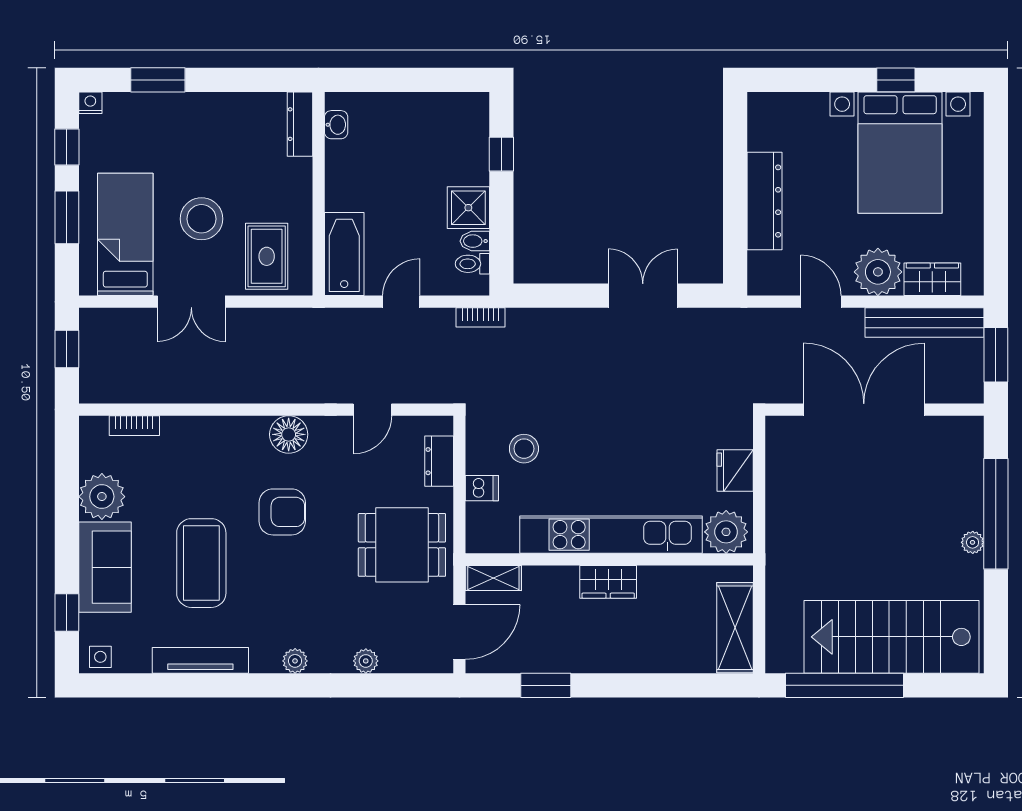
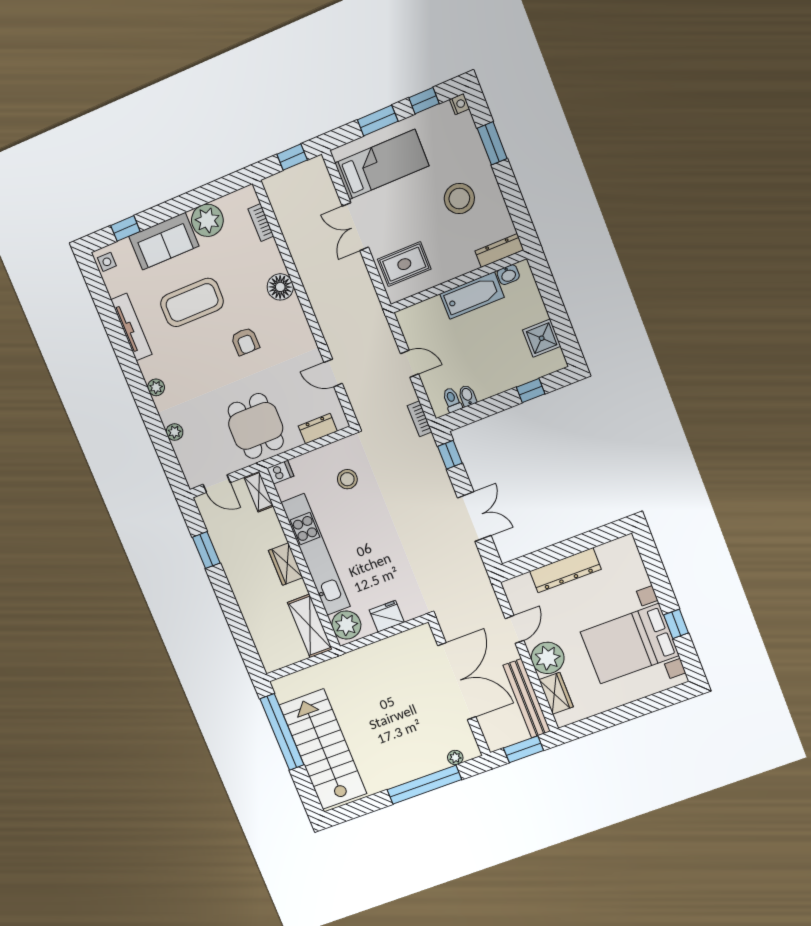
shower: (468, 208) -> (542, 338), moved
stool: (201, 219) -> (459, 198), moved
bathtub: (344, 254) -> (472, 296), moved
window: (545, 296) -> (450, 455), added
floor lamp: (289, 434) -> (280, 287), moved
dishwasher: (482, 488) -> (280, 472), moved, turned -90
armchair: (282, 512) -> (245, 341), width x0.72, depth x0.72
plant: (973, 542) -> (455, 758), moved
shelving: (735, 628) -> (310, 626), moved, turned 90
door: (459, 632) -> (217, 484), width x0.73

